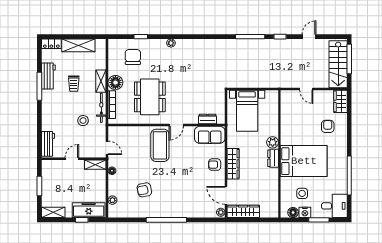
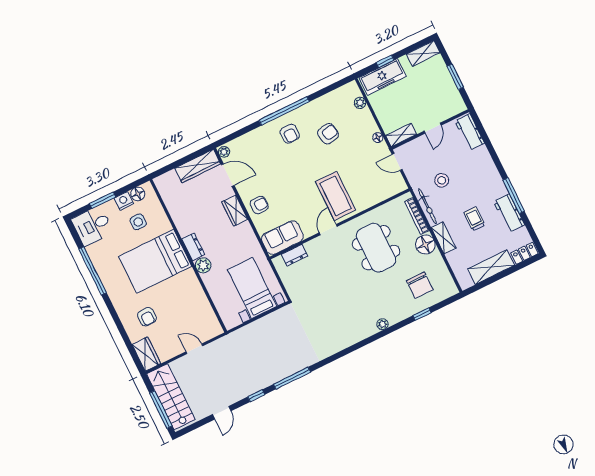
wardrobe: (233, 164) -> (235, 211), width x0.67
armchair: (170, 203) -> (290, 134), added

